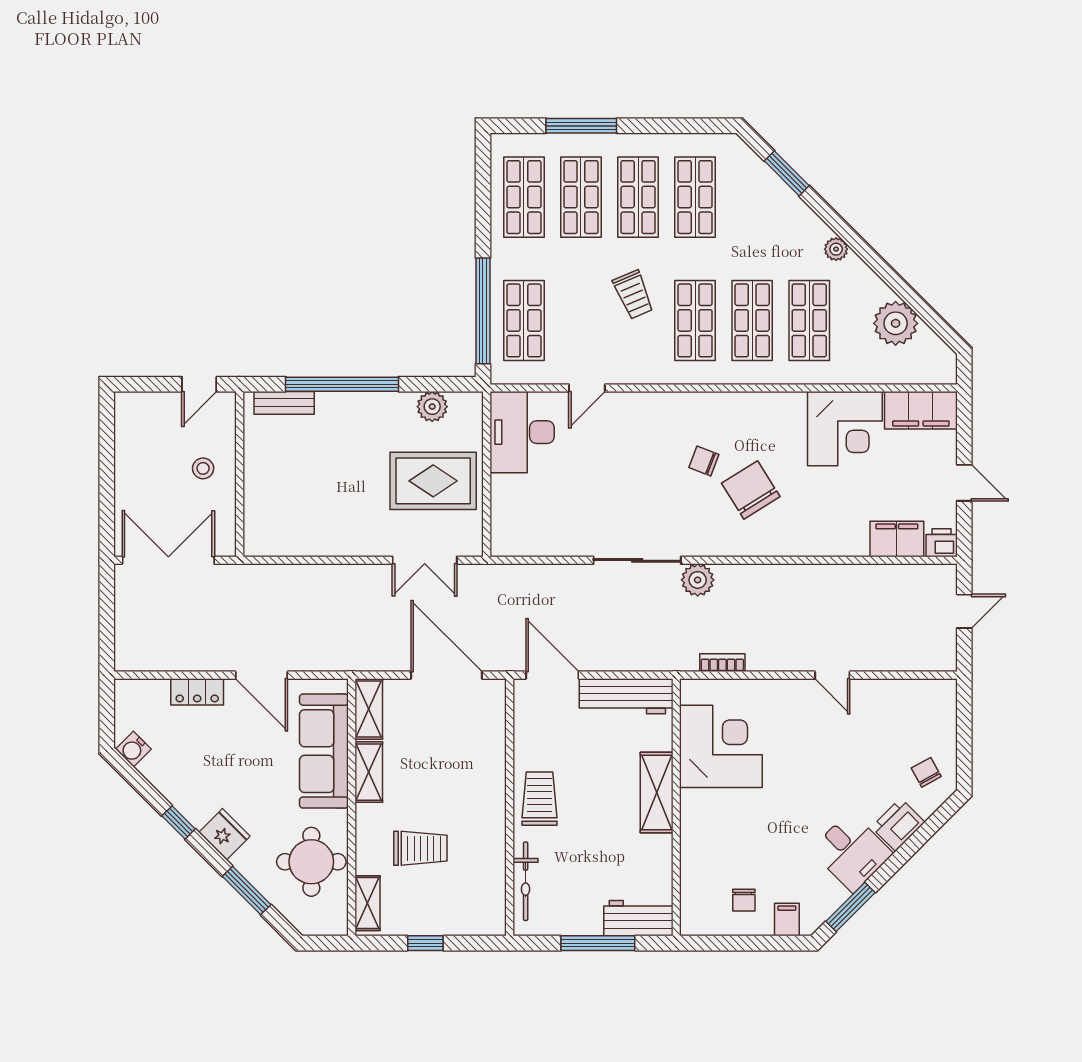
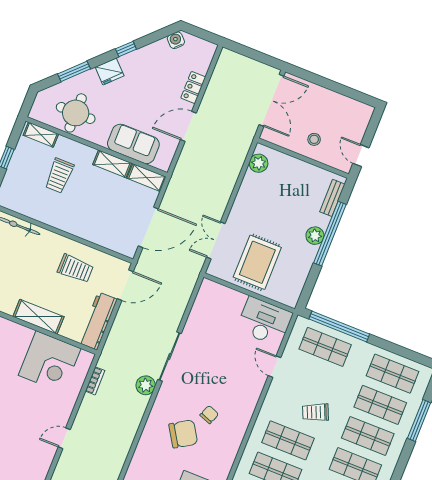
plant: (432, 407) -> (315, 236), moved
plant: (276, 541) -> (259, 163), added
sofa: (324, 751) -> (133, 144), width x0.73
trolley: (540, 799) -> (75, 269), moved

